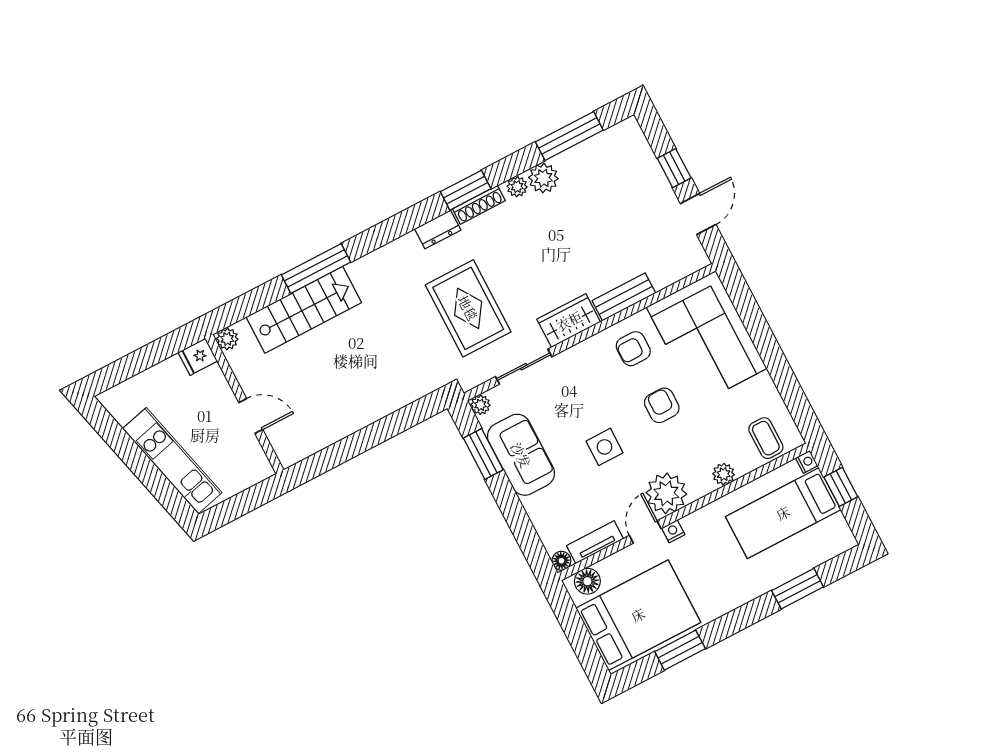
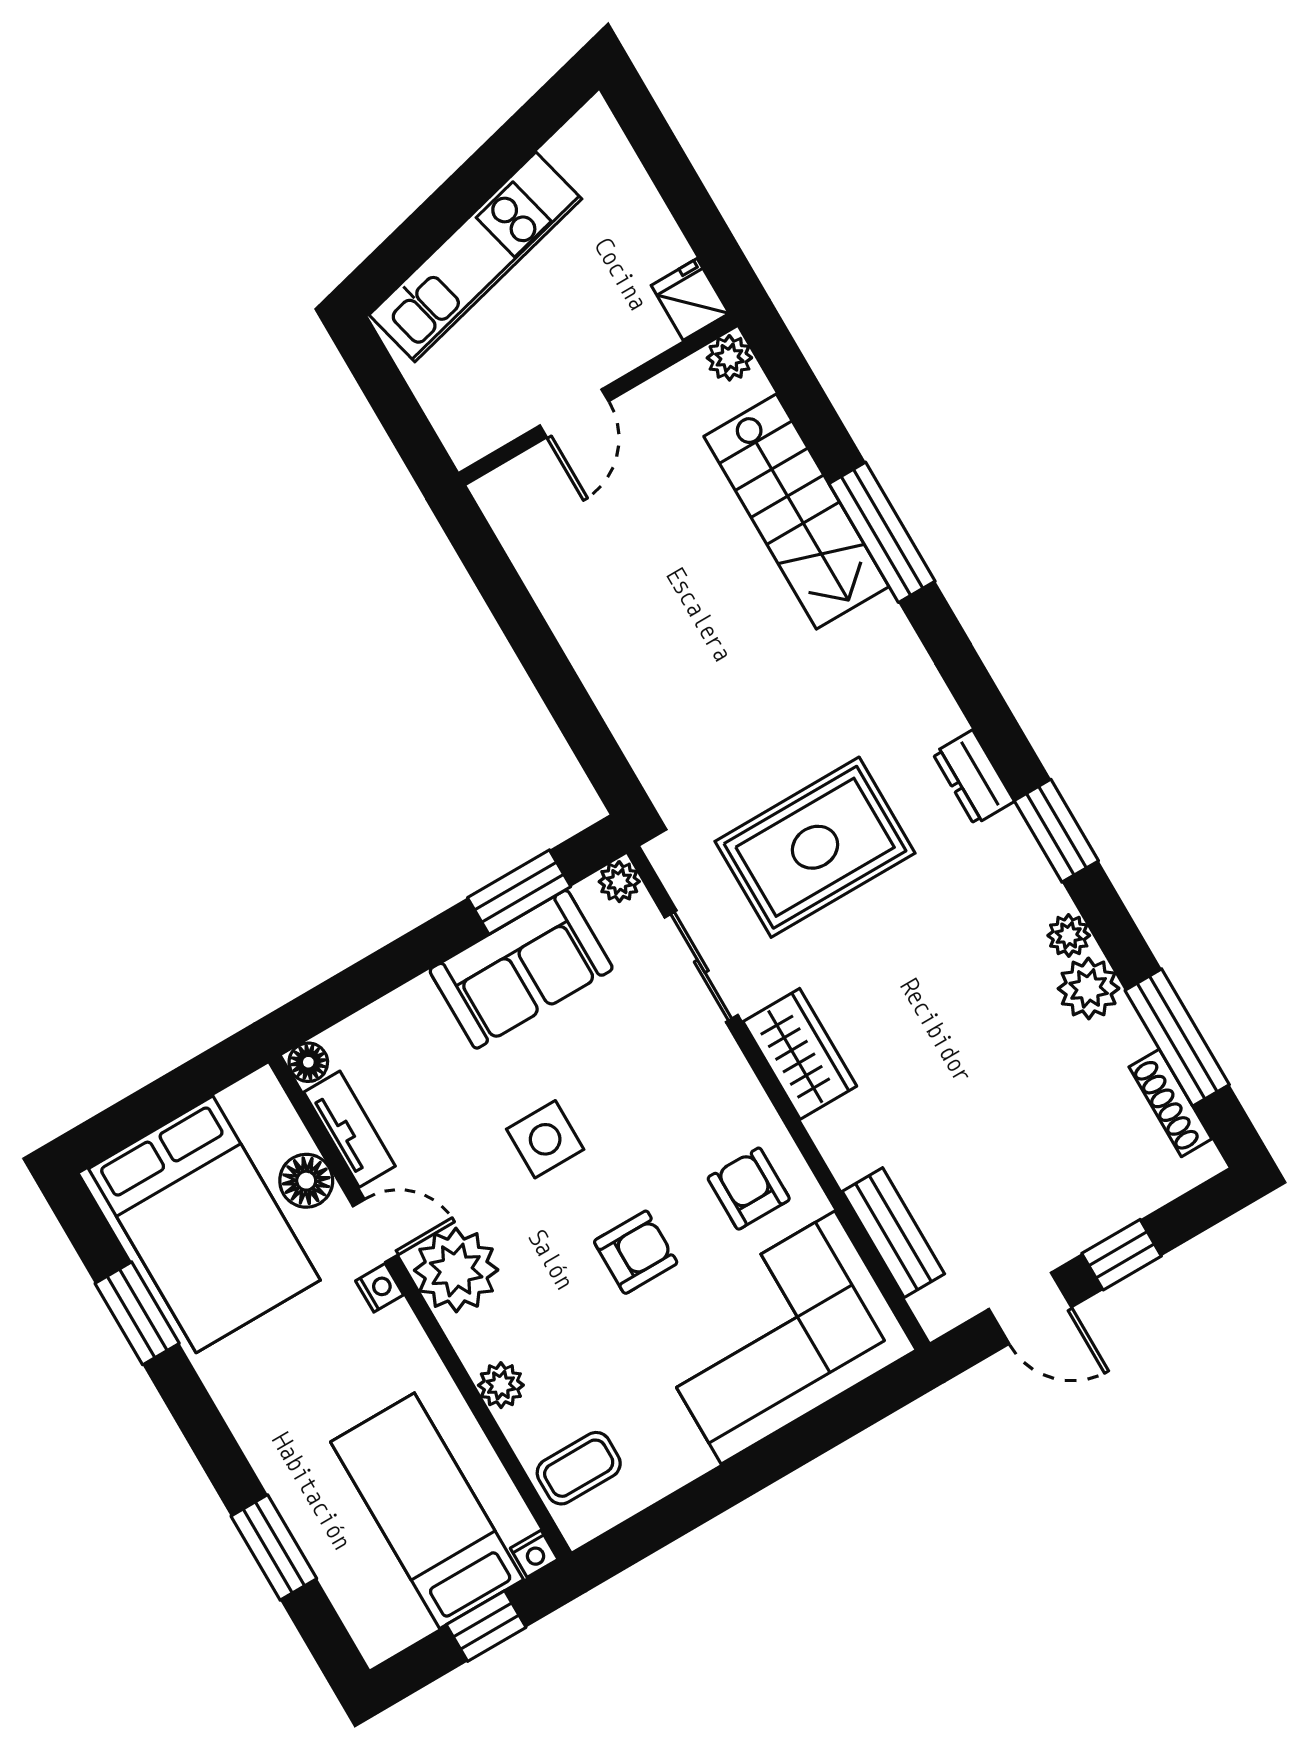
shoe rack: (479, 205) -> (1170, 1103), moved
bench: (624, 297) -> (893, 1233), moved
floor lamp: (587, 581) -> (306, 1181), moved

